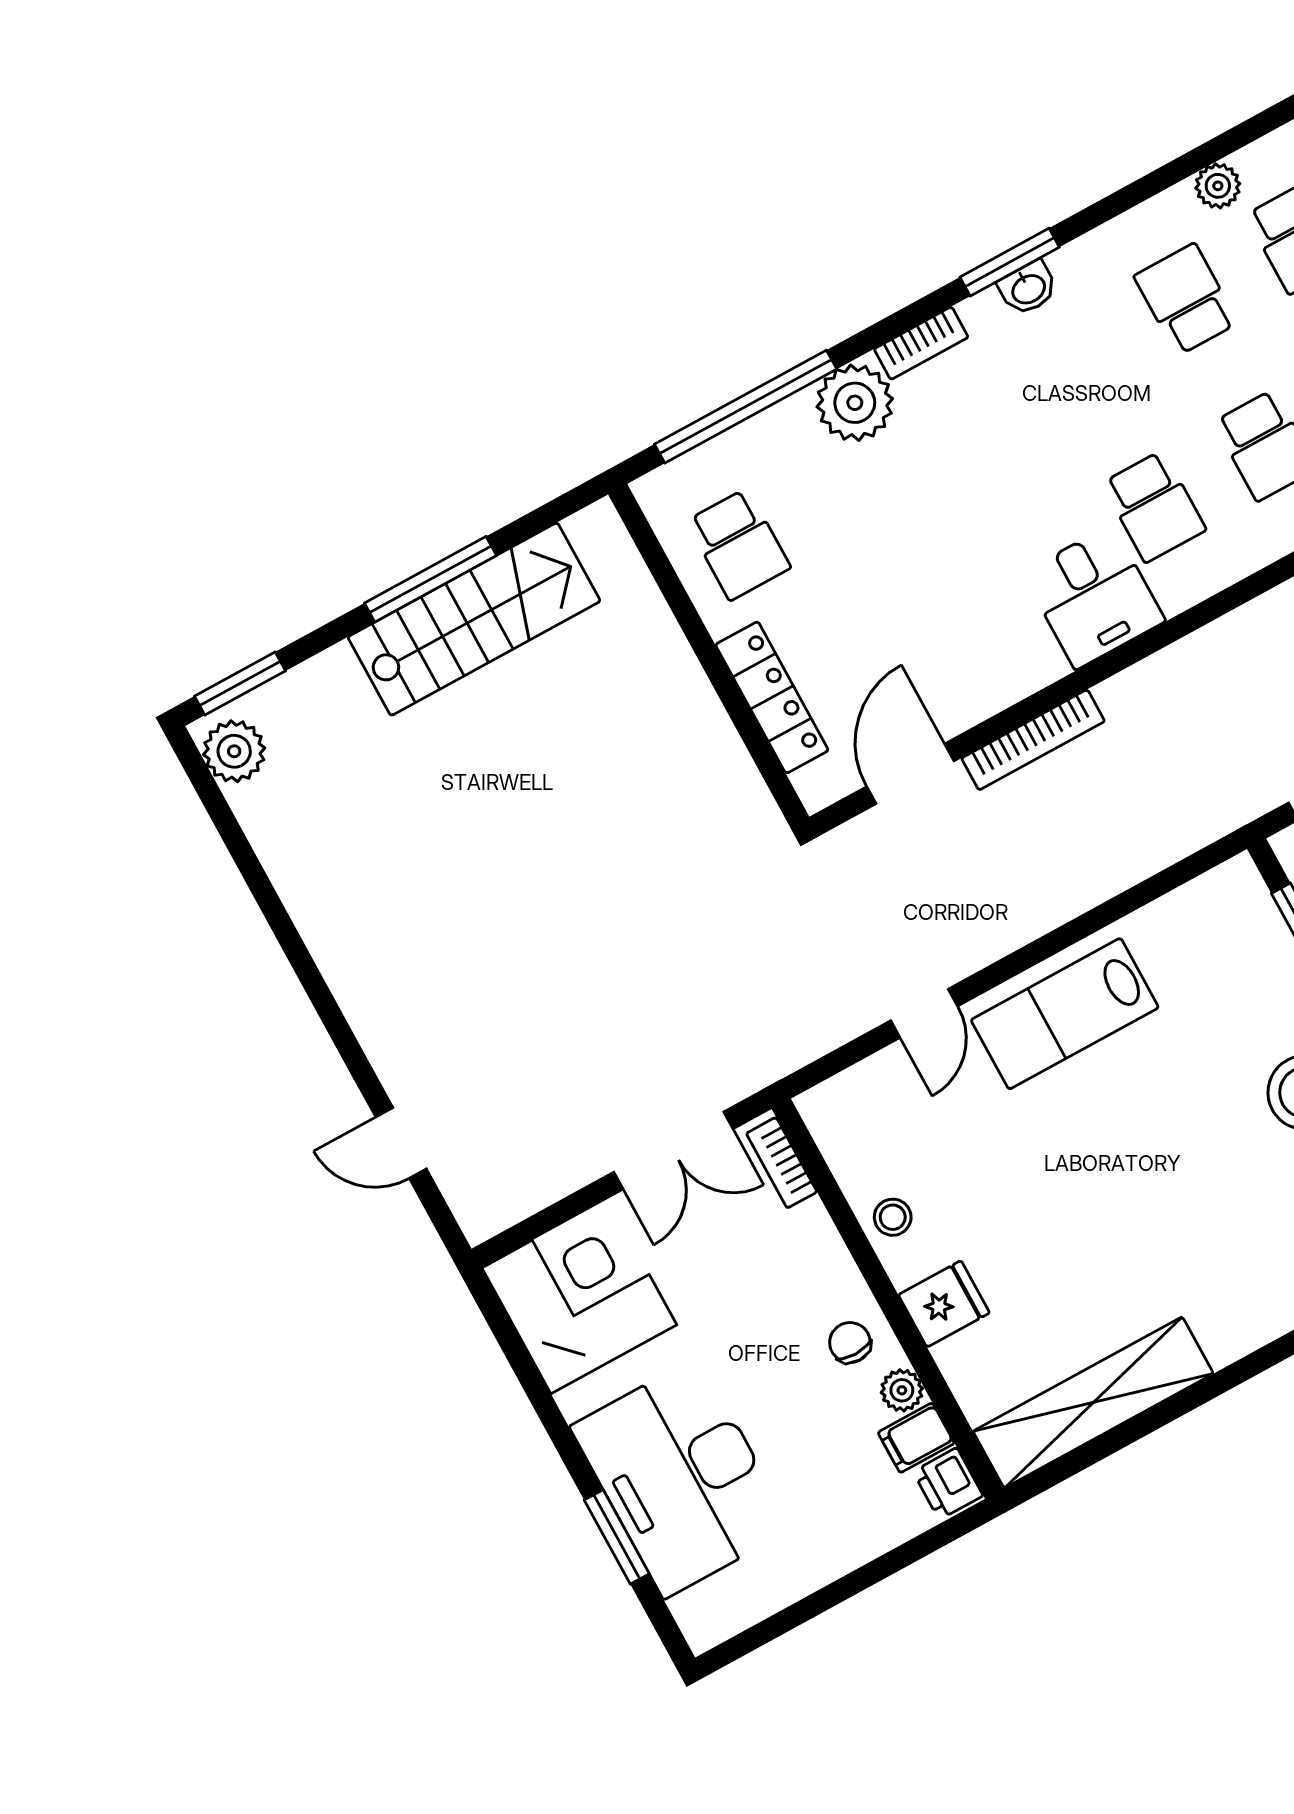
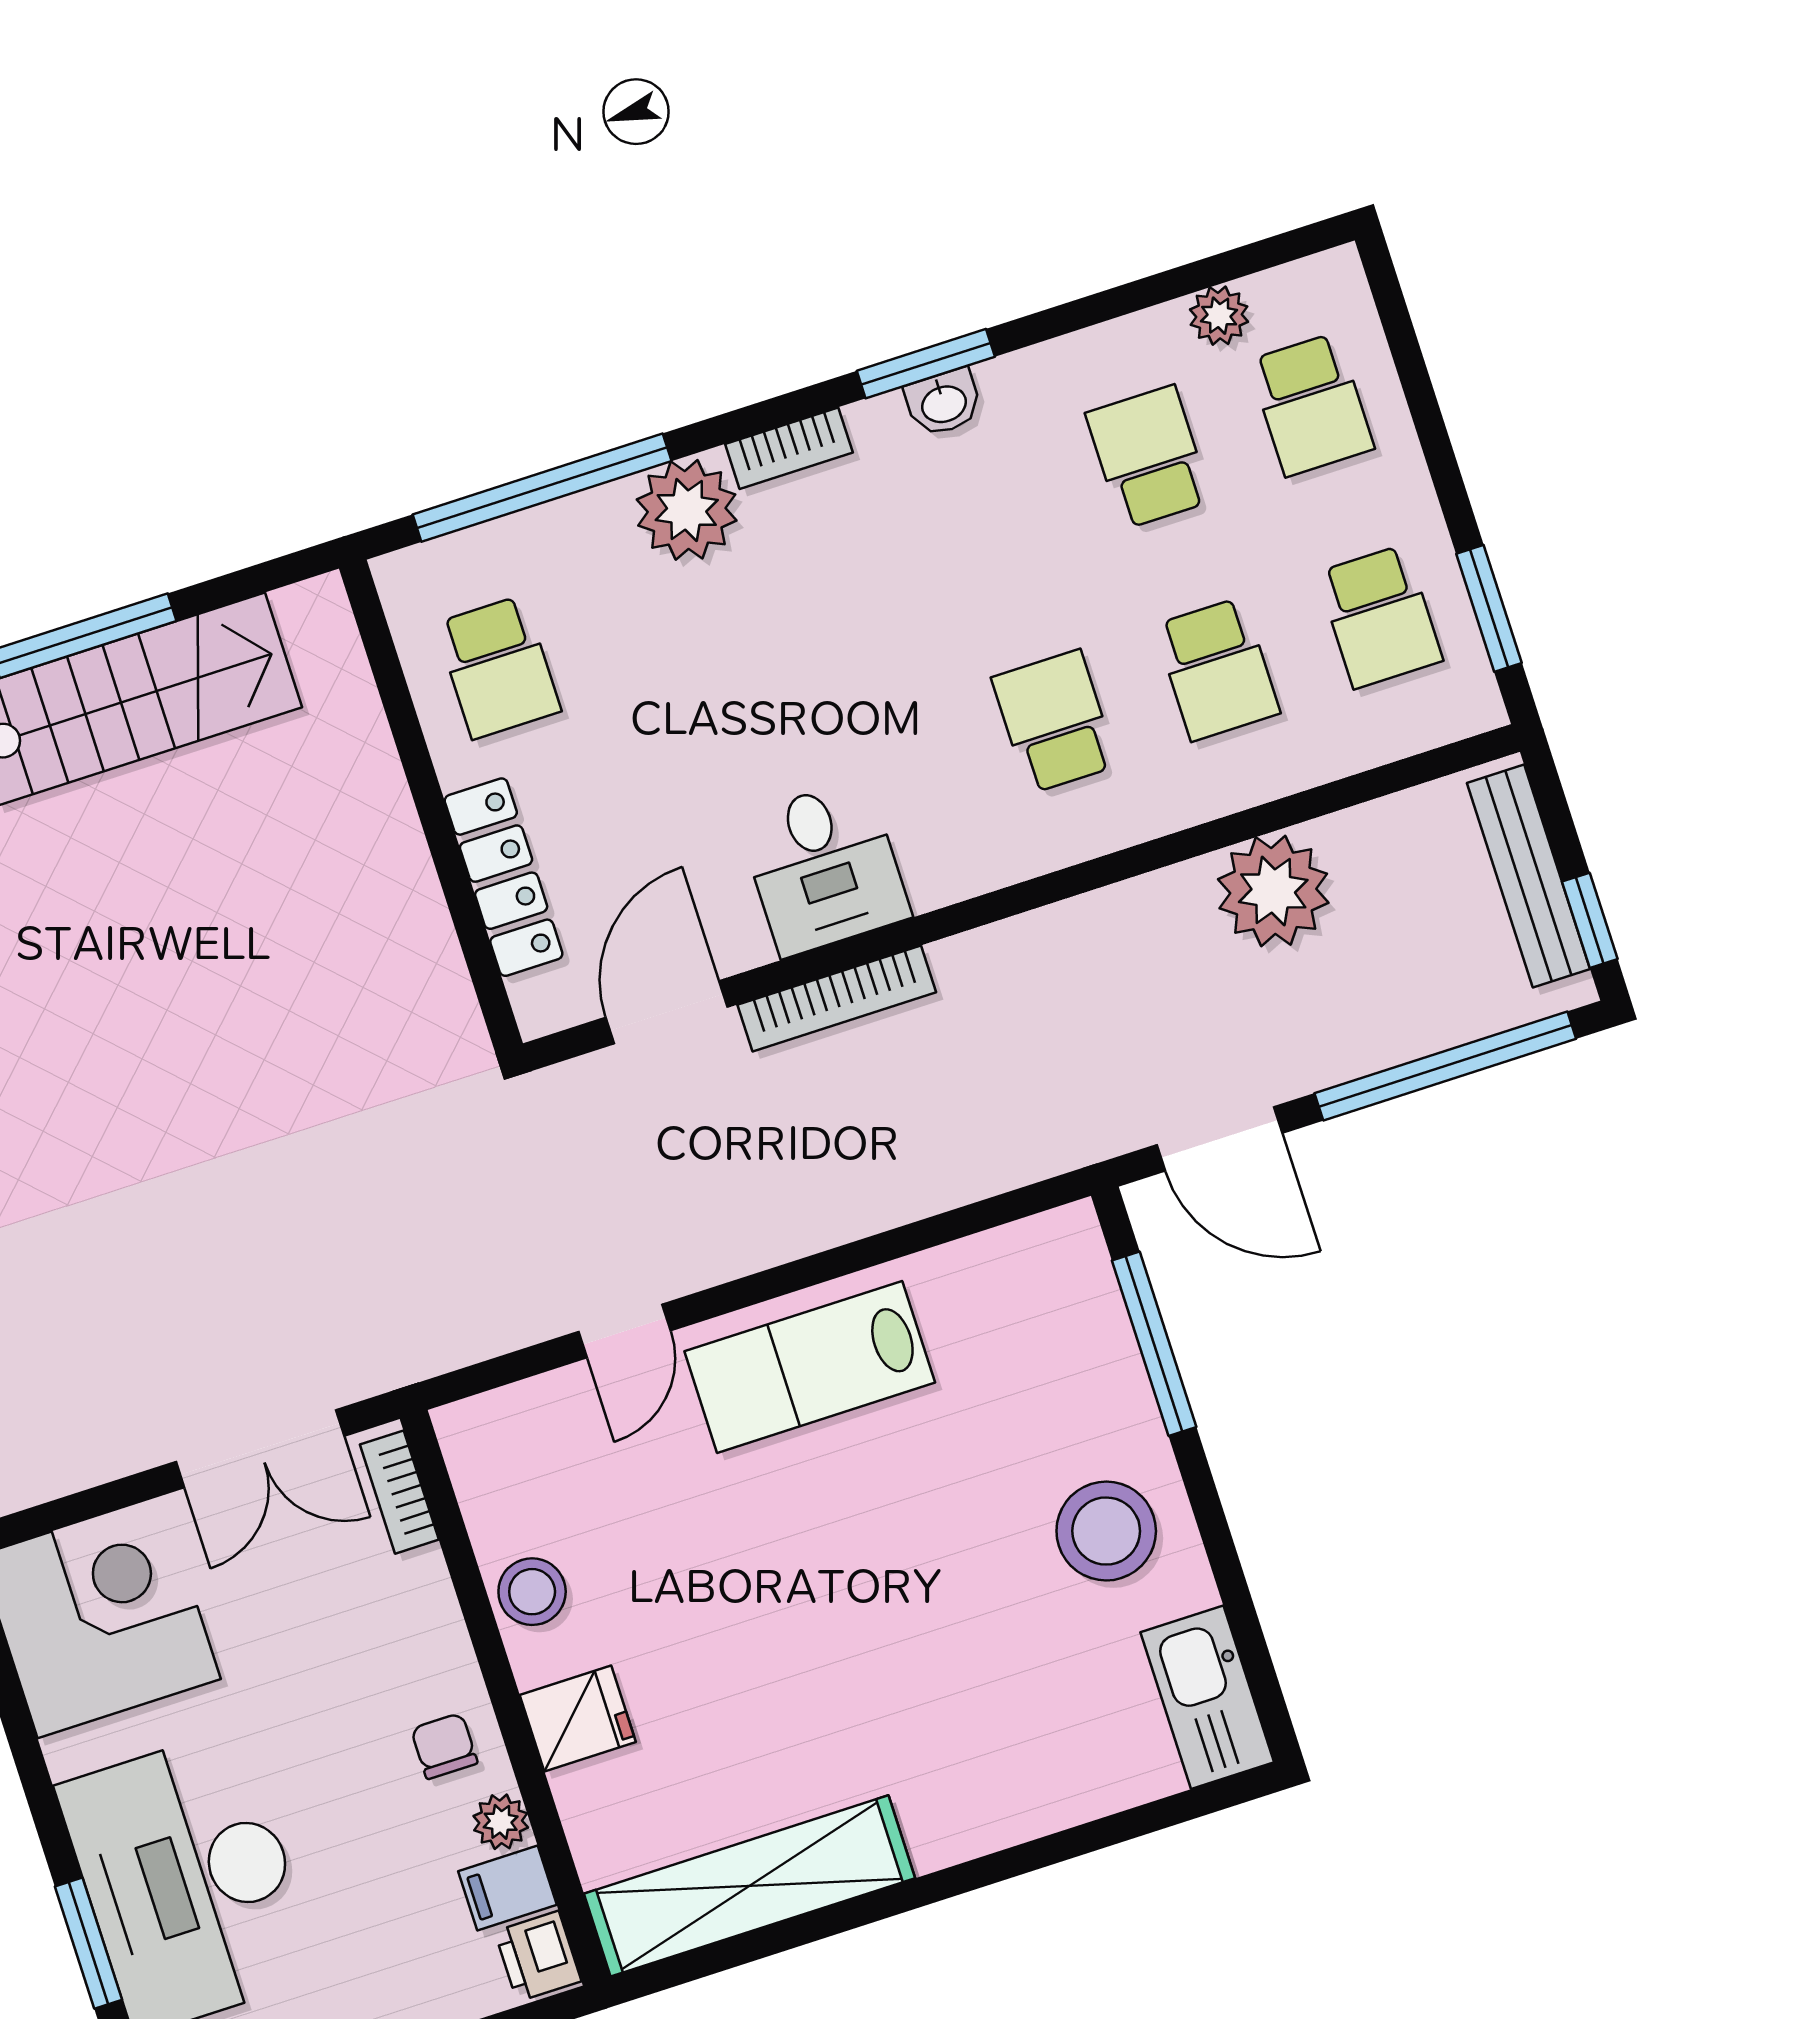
school desk: (1154, 506) -> (1054, 722), turned 180
desk: (1094, 597) -> (824, 867), moved
stool: (893, 1217) -> (532, 1592), width x1.37, depth x1.37

